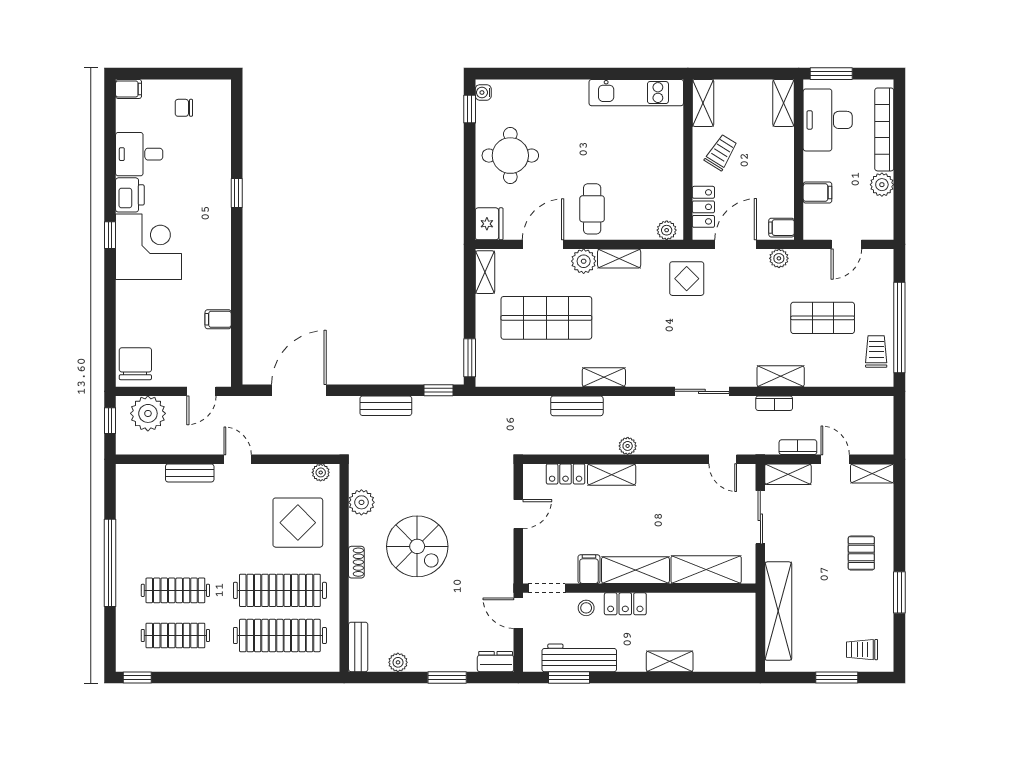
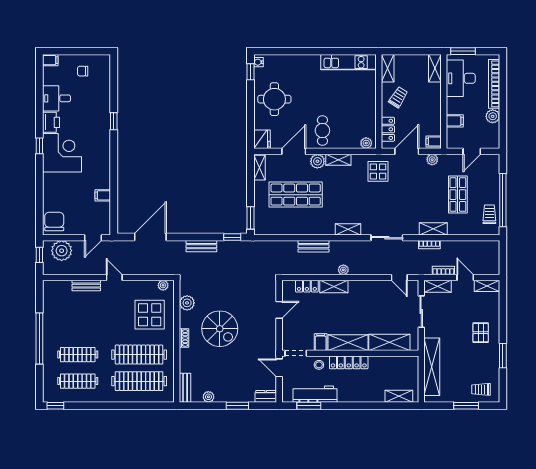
shop shelf: (823, 318) -> (458, 195), turned 90
shelving: (604, 377) -> (348, 229), moved
locker: (625, 604) -> (349, 362), width x1.53
shelving: (670, 661) -> (399, 396), moved

